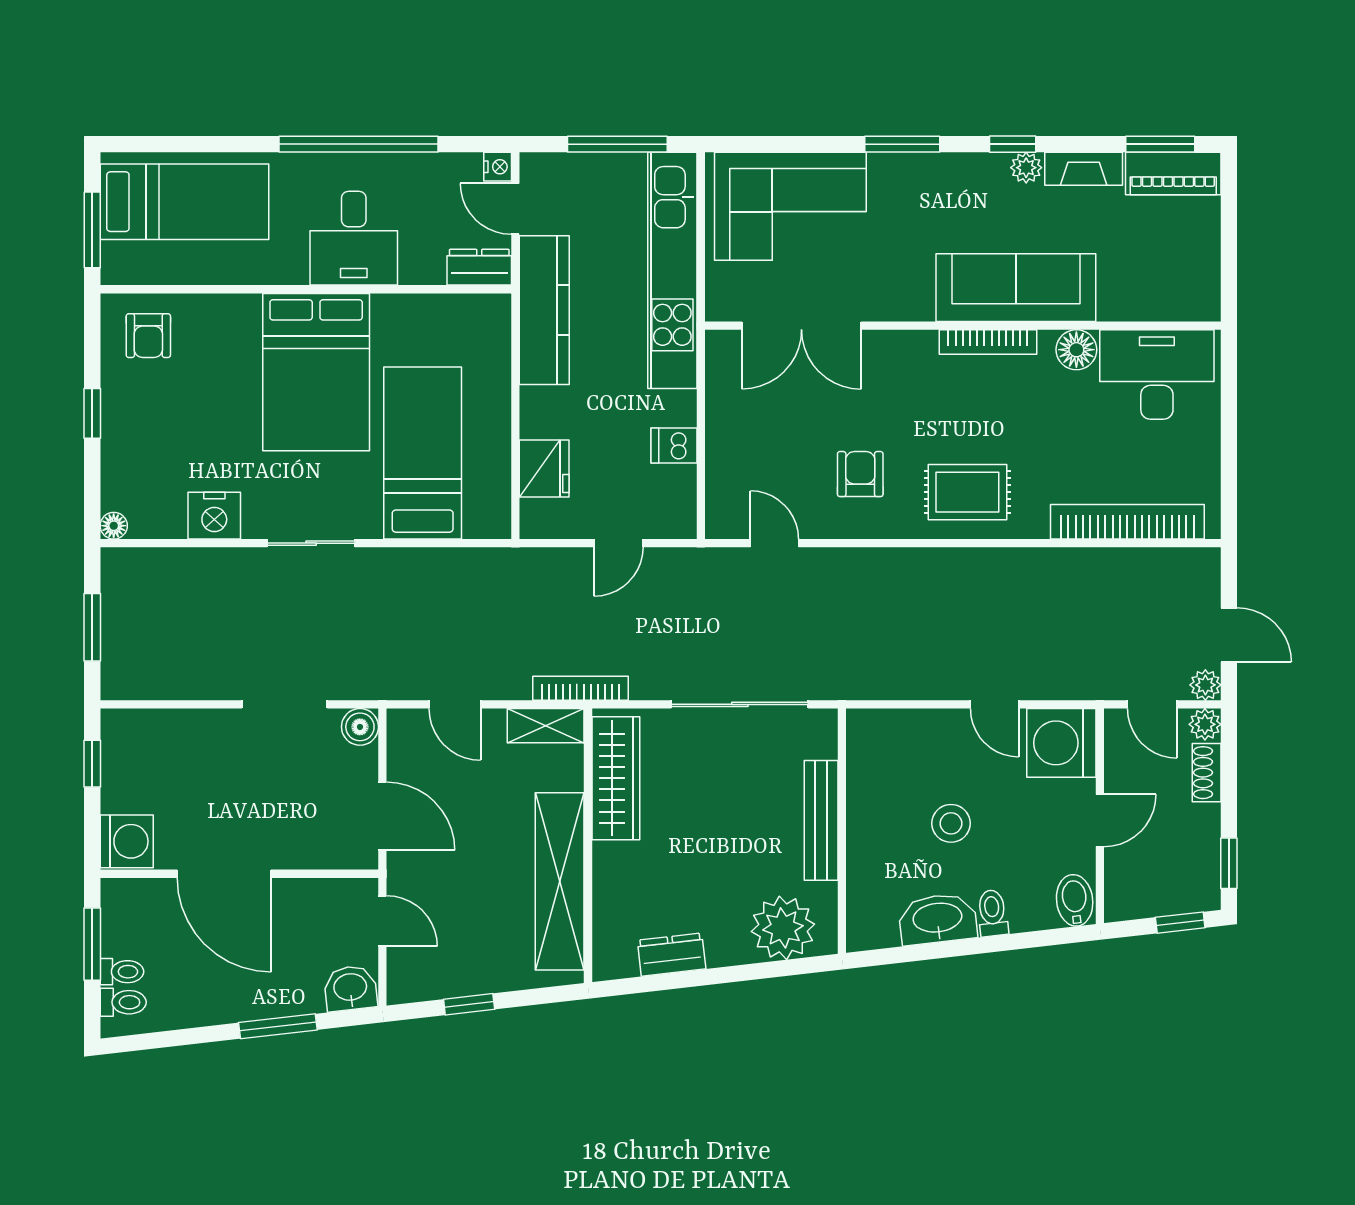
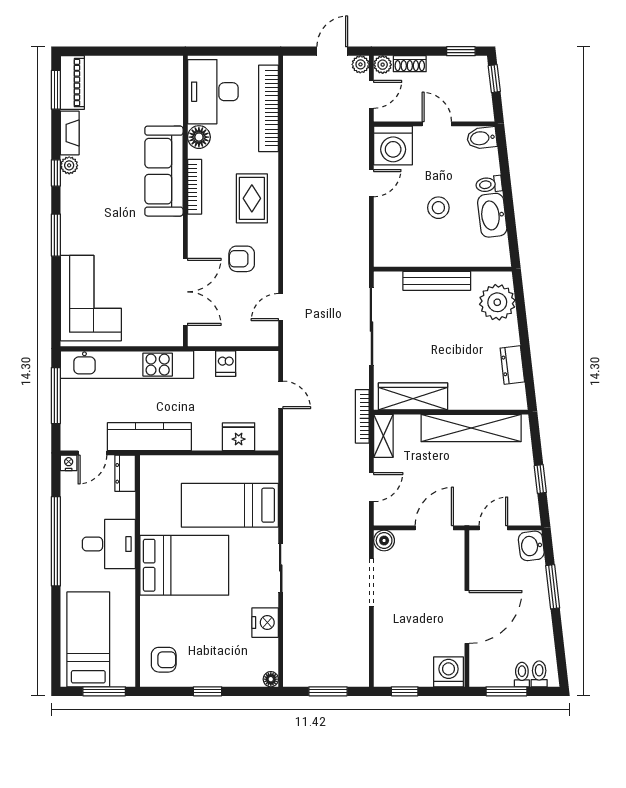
sofa: (1016, 288) -> (164, 171), moved
double door: (801, 326) -> (185, 292), moved
wall: (963, 326) -> (185, 201), moved
bookcase: (988, 342) -> (195, 187), moved
floor lamp: (1076, 350) -> (199, 137), moved
desk: (1157, 374) -> (213, 92), moved

